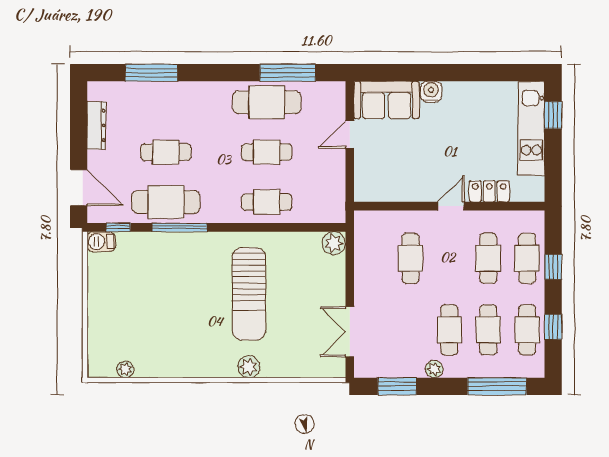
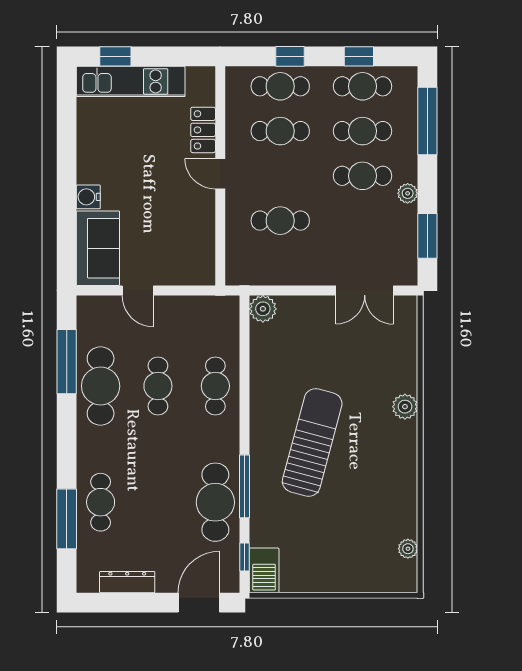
cafe table: (166, 152) -> (101, 502), moved
barbecue: (101, 242) -> (264, 570), width x1.38, depth x1.27
sun lounger: (249, 294) -> (312, 442), moved, turned -75

